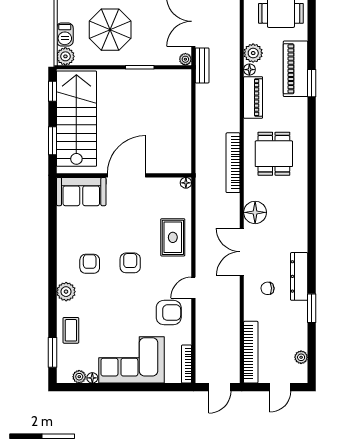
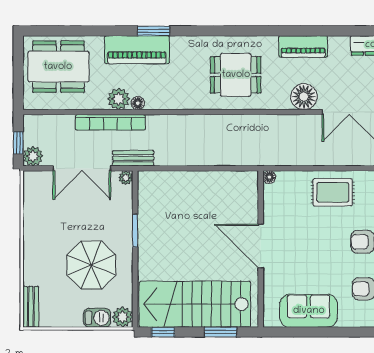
piano: (253, 97) -> (303, 46), moved, turned 180
bookcase: (233, 163) -> (110, 122), moved
sofa: (81, 192) -> (309, 311), moved, turned -90

